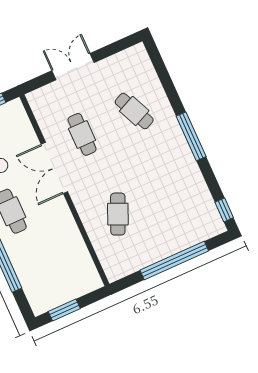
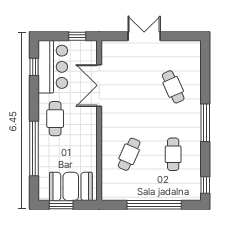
cafe table: (82, 134) -> (173, 154), moved
double door: (54, 168) -> (99, 85), moved
booth: (66, 283) -> (71, 186), added

